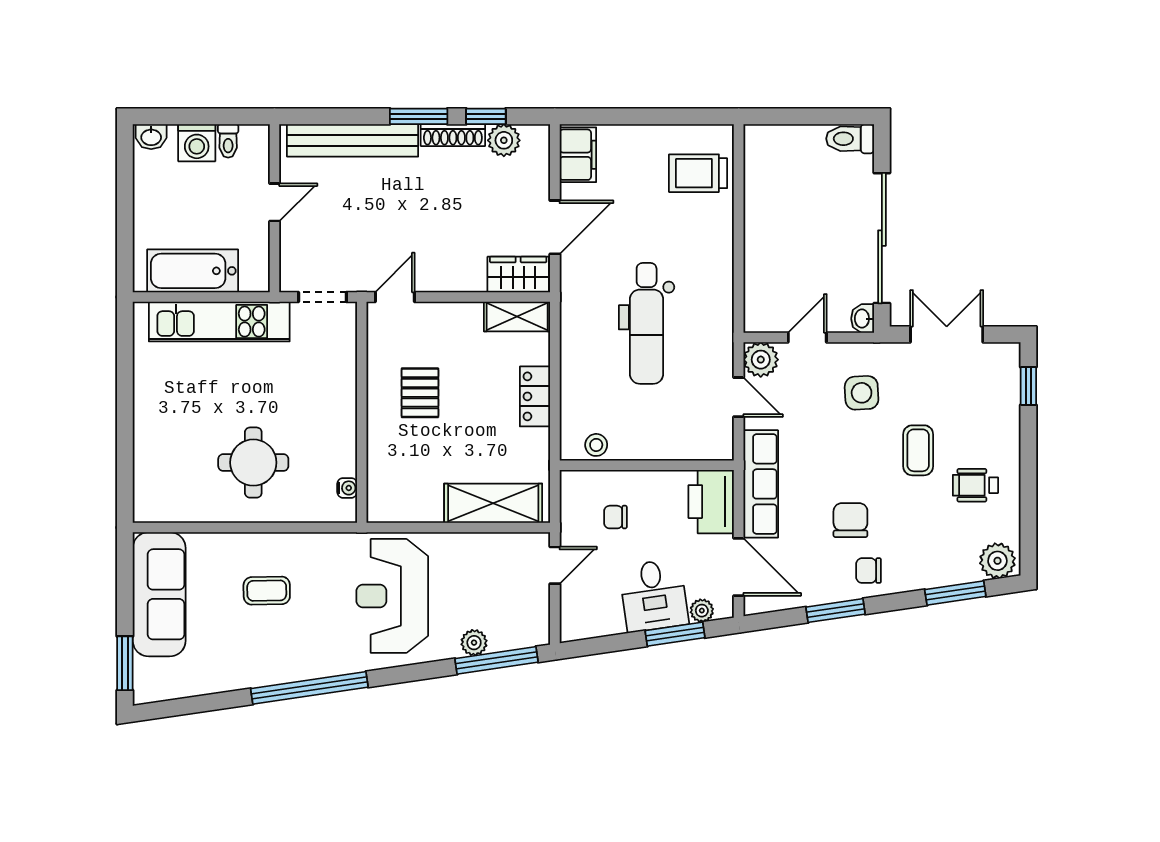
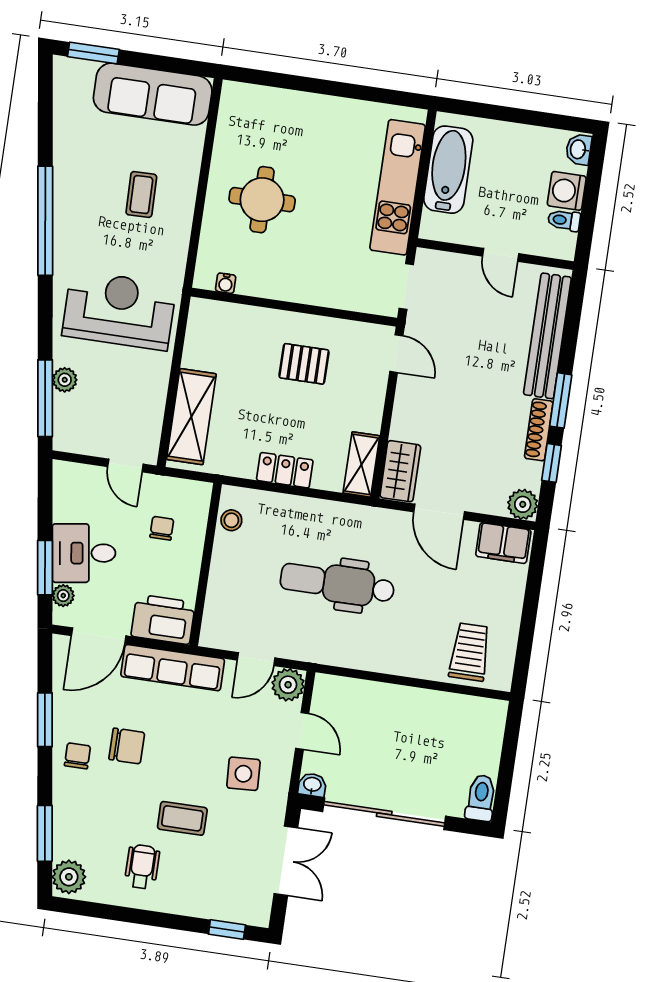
plant: (504, 140) -> (523, 504), moved

